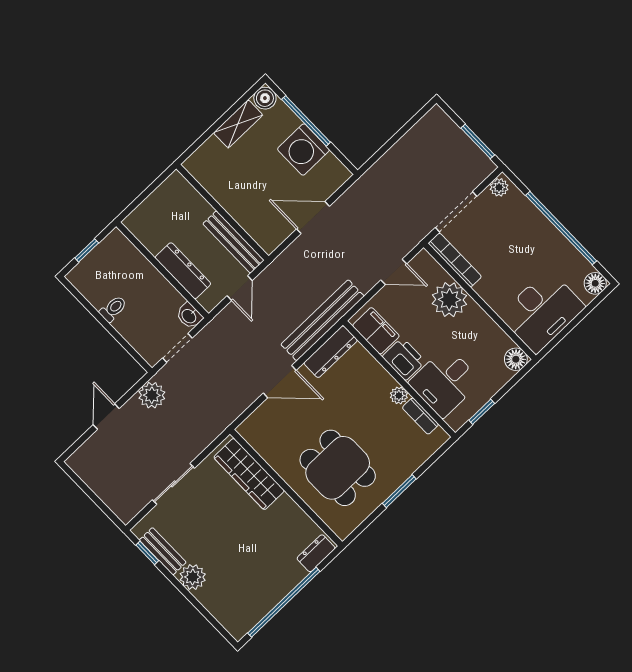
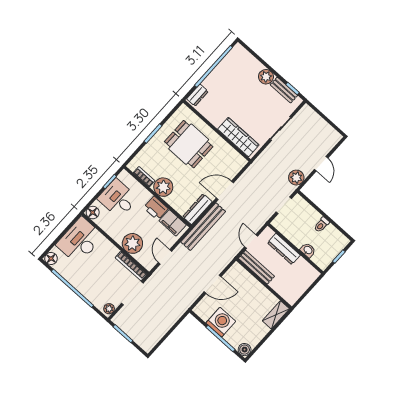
shelving: (238, 124) -> (276, 315), moved
door: (394, 272) -> (165, 257), hinge flipped
washbasin: (189, 316) -> (308, 250), moved
desk: (445, 382) -> (118, 199), moved, turned -90
plant: (399, 395) -> (163, 187), width x1.88, depth x1.88

